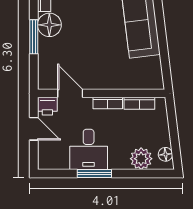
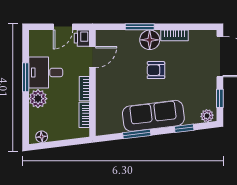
armchair: (86, 17) -> (156, 70), added
window: (162, 40) -> (137, 134), added
plant: (141, 159) -> (38, 99), moved

